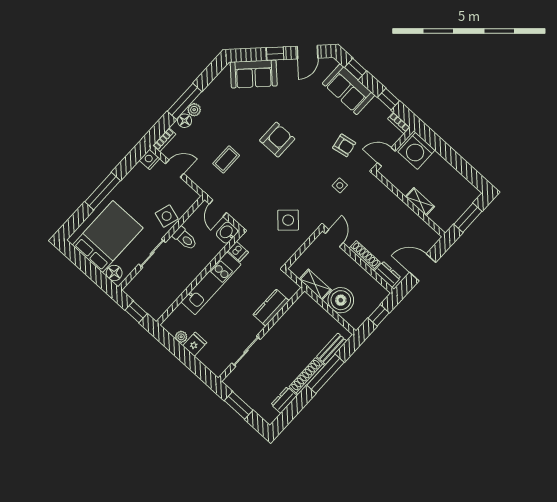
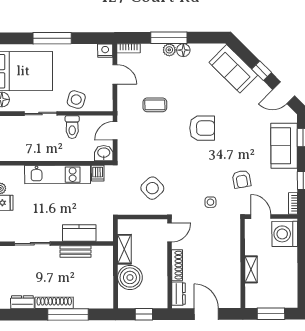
floor lamp: (185, 121) -> (183, 50), moved
bench: (332, 349) -> (75, 252), moved

